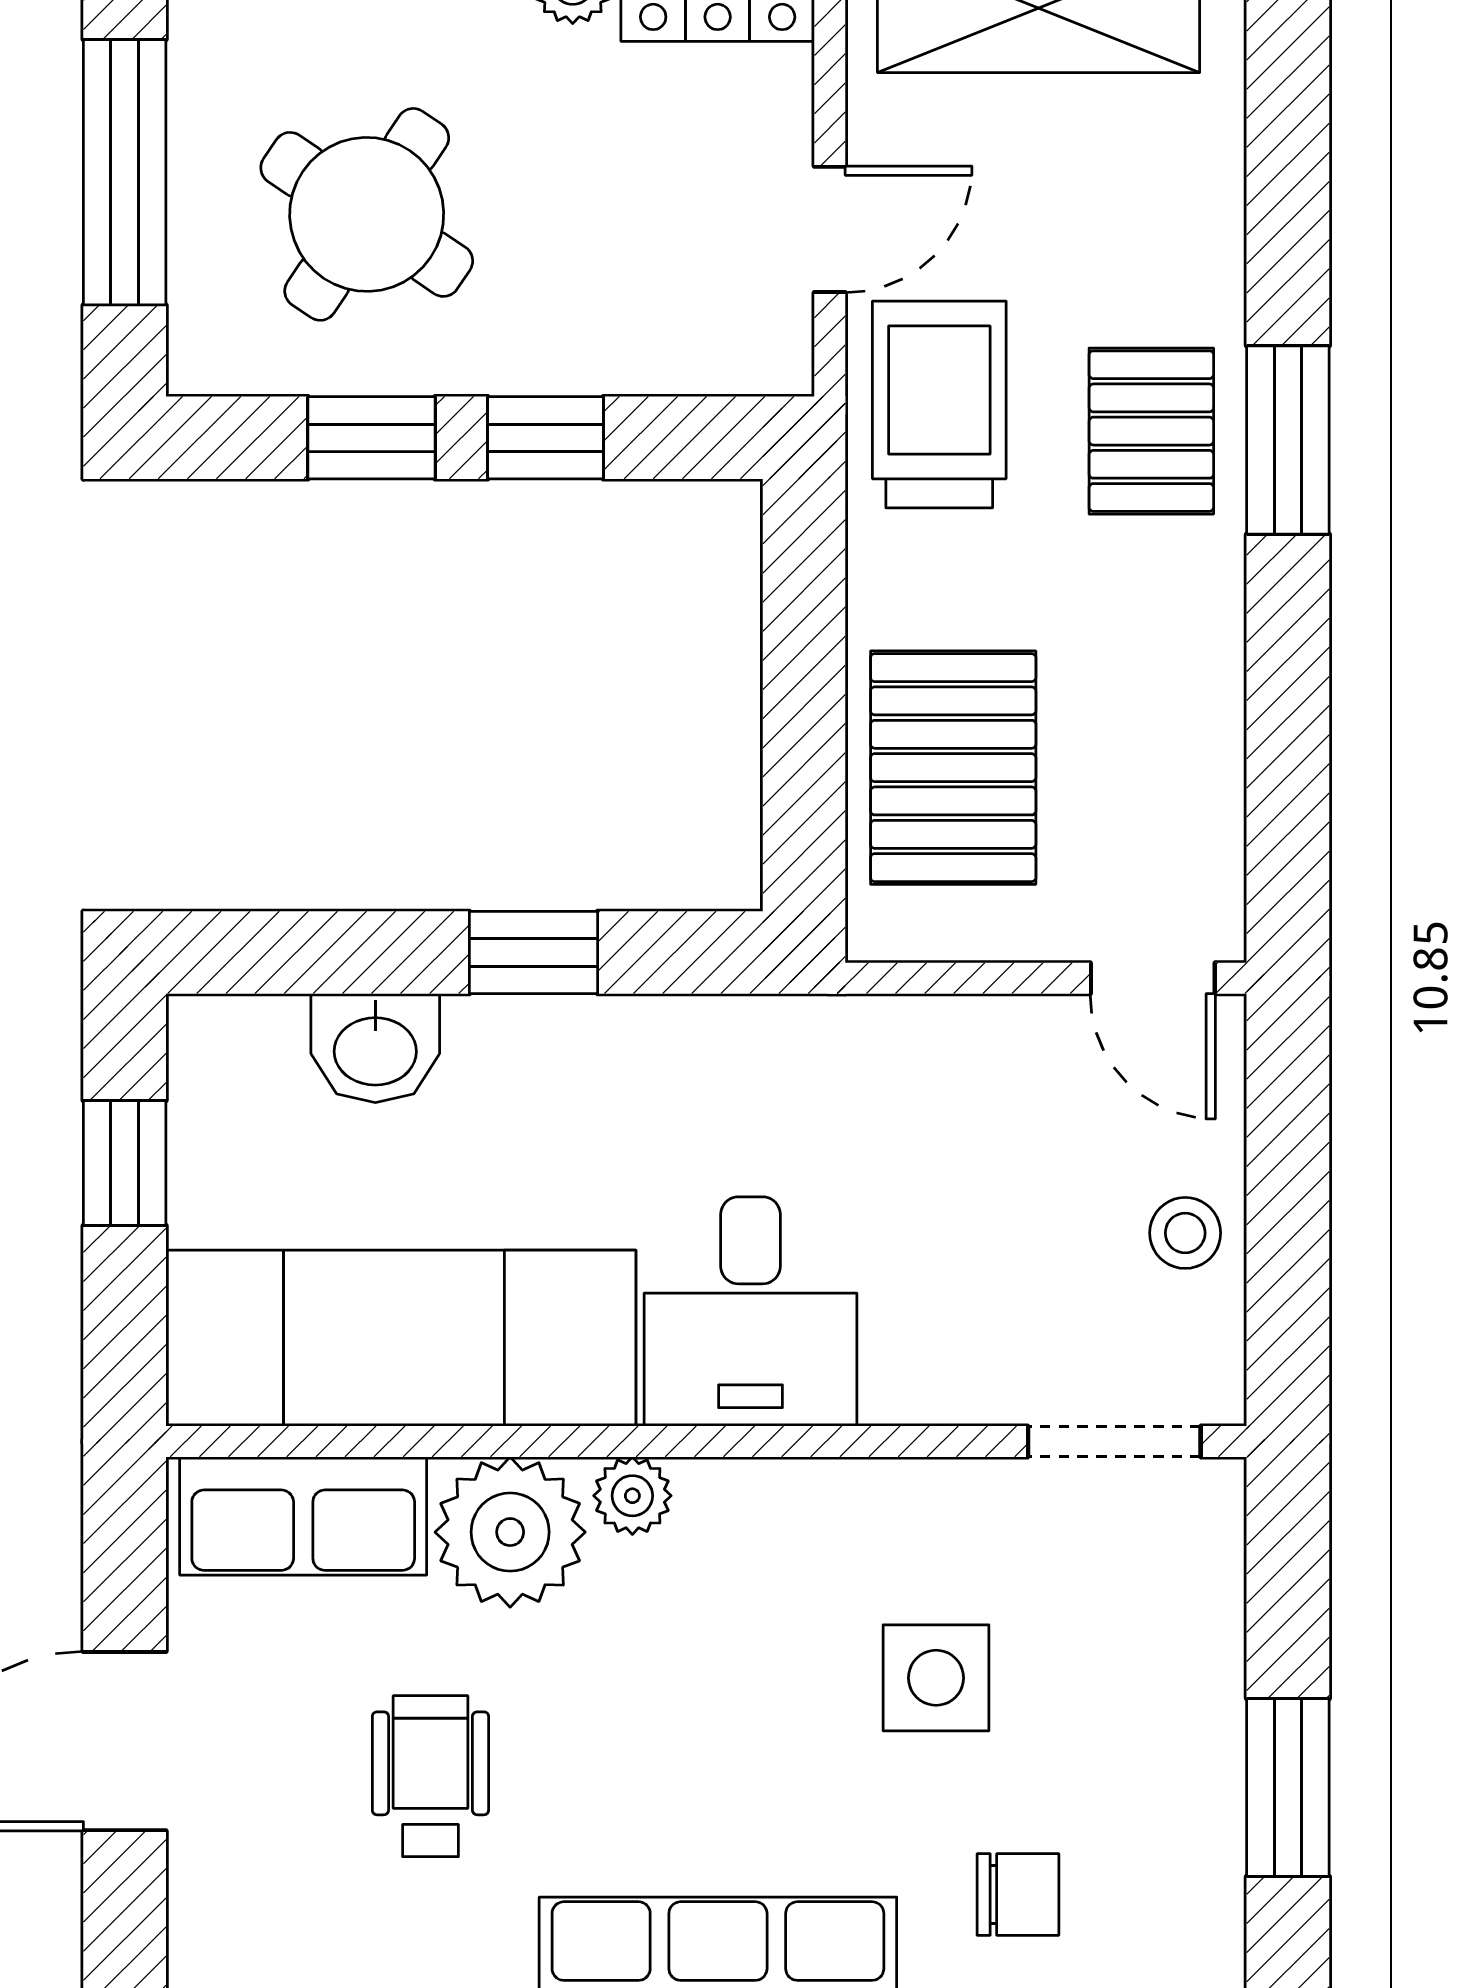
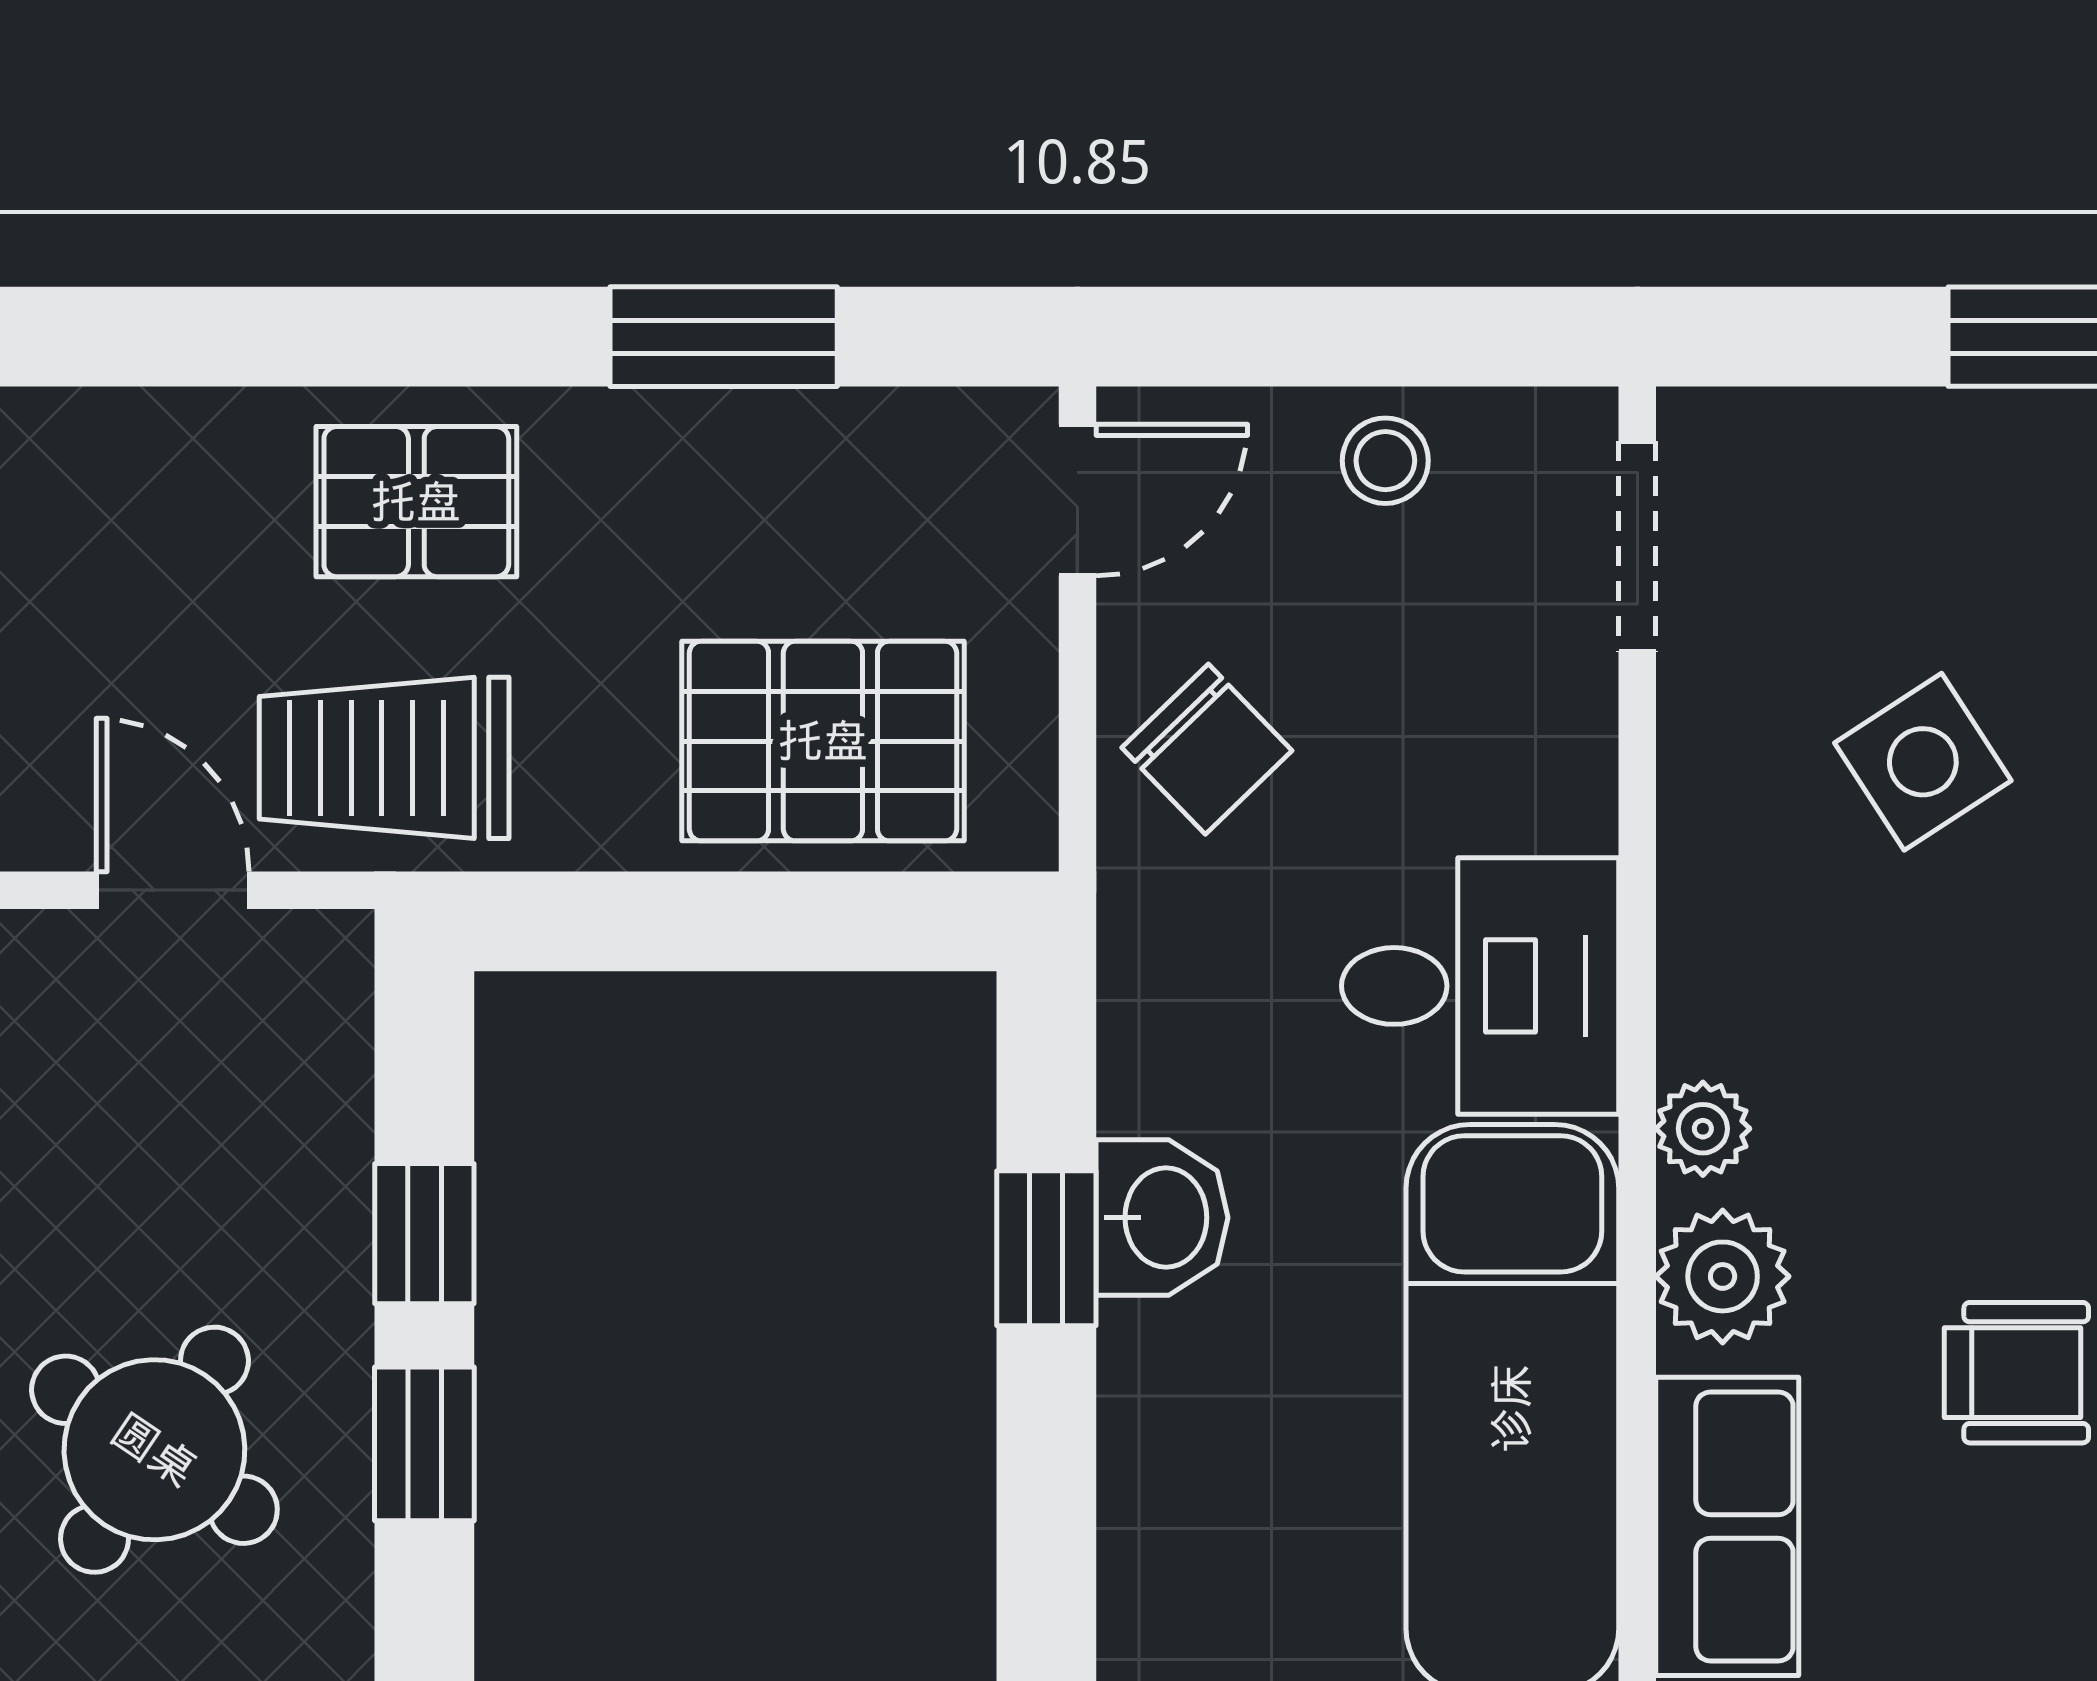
window: (1288, 440) -> (724, 337), moved
washbasin: (375, 1048) -> (1162, 1218), moved
chair: (946, 1085) -> (1207, 749), added
plant: (510, 1532) -> (1723, 1276), width x0.73, depth x0.73
side table: (936, 1678) -> (1923, 762), turned -33

